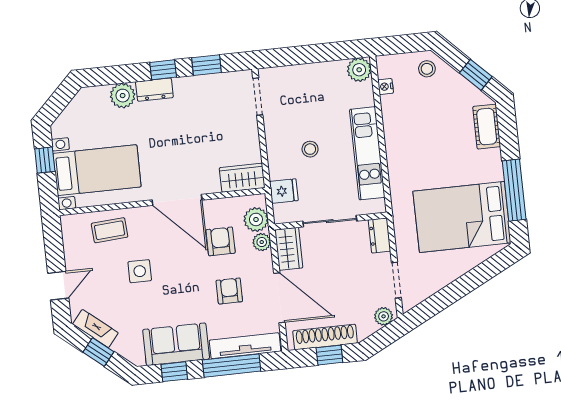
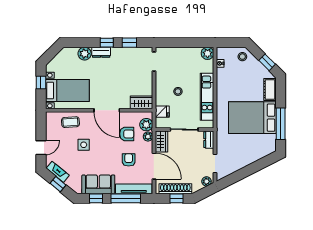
bed: (462, 217) -> (252, 118), moved
armchair: (221, 241) -> (127, 134), turned 90

